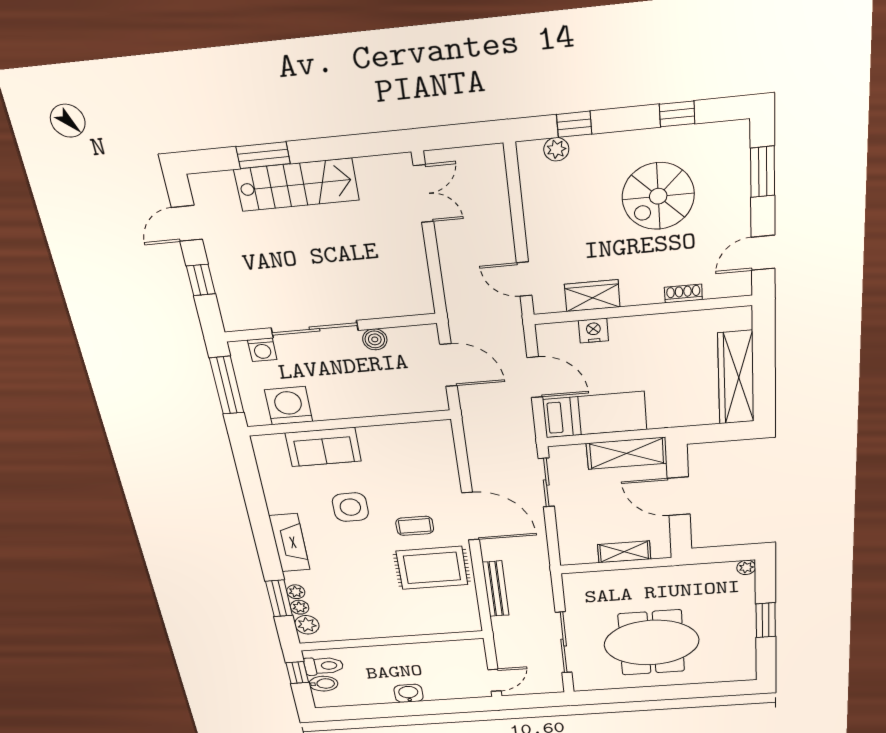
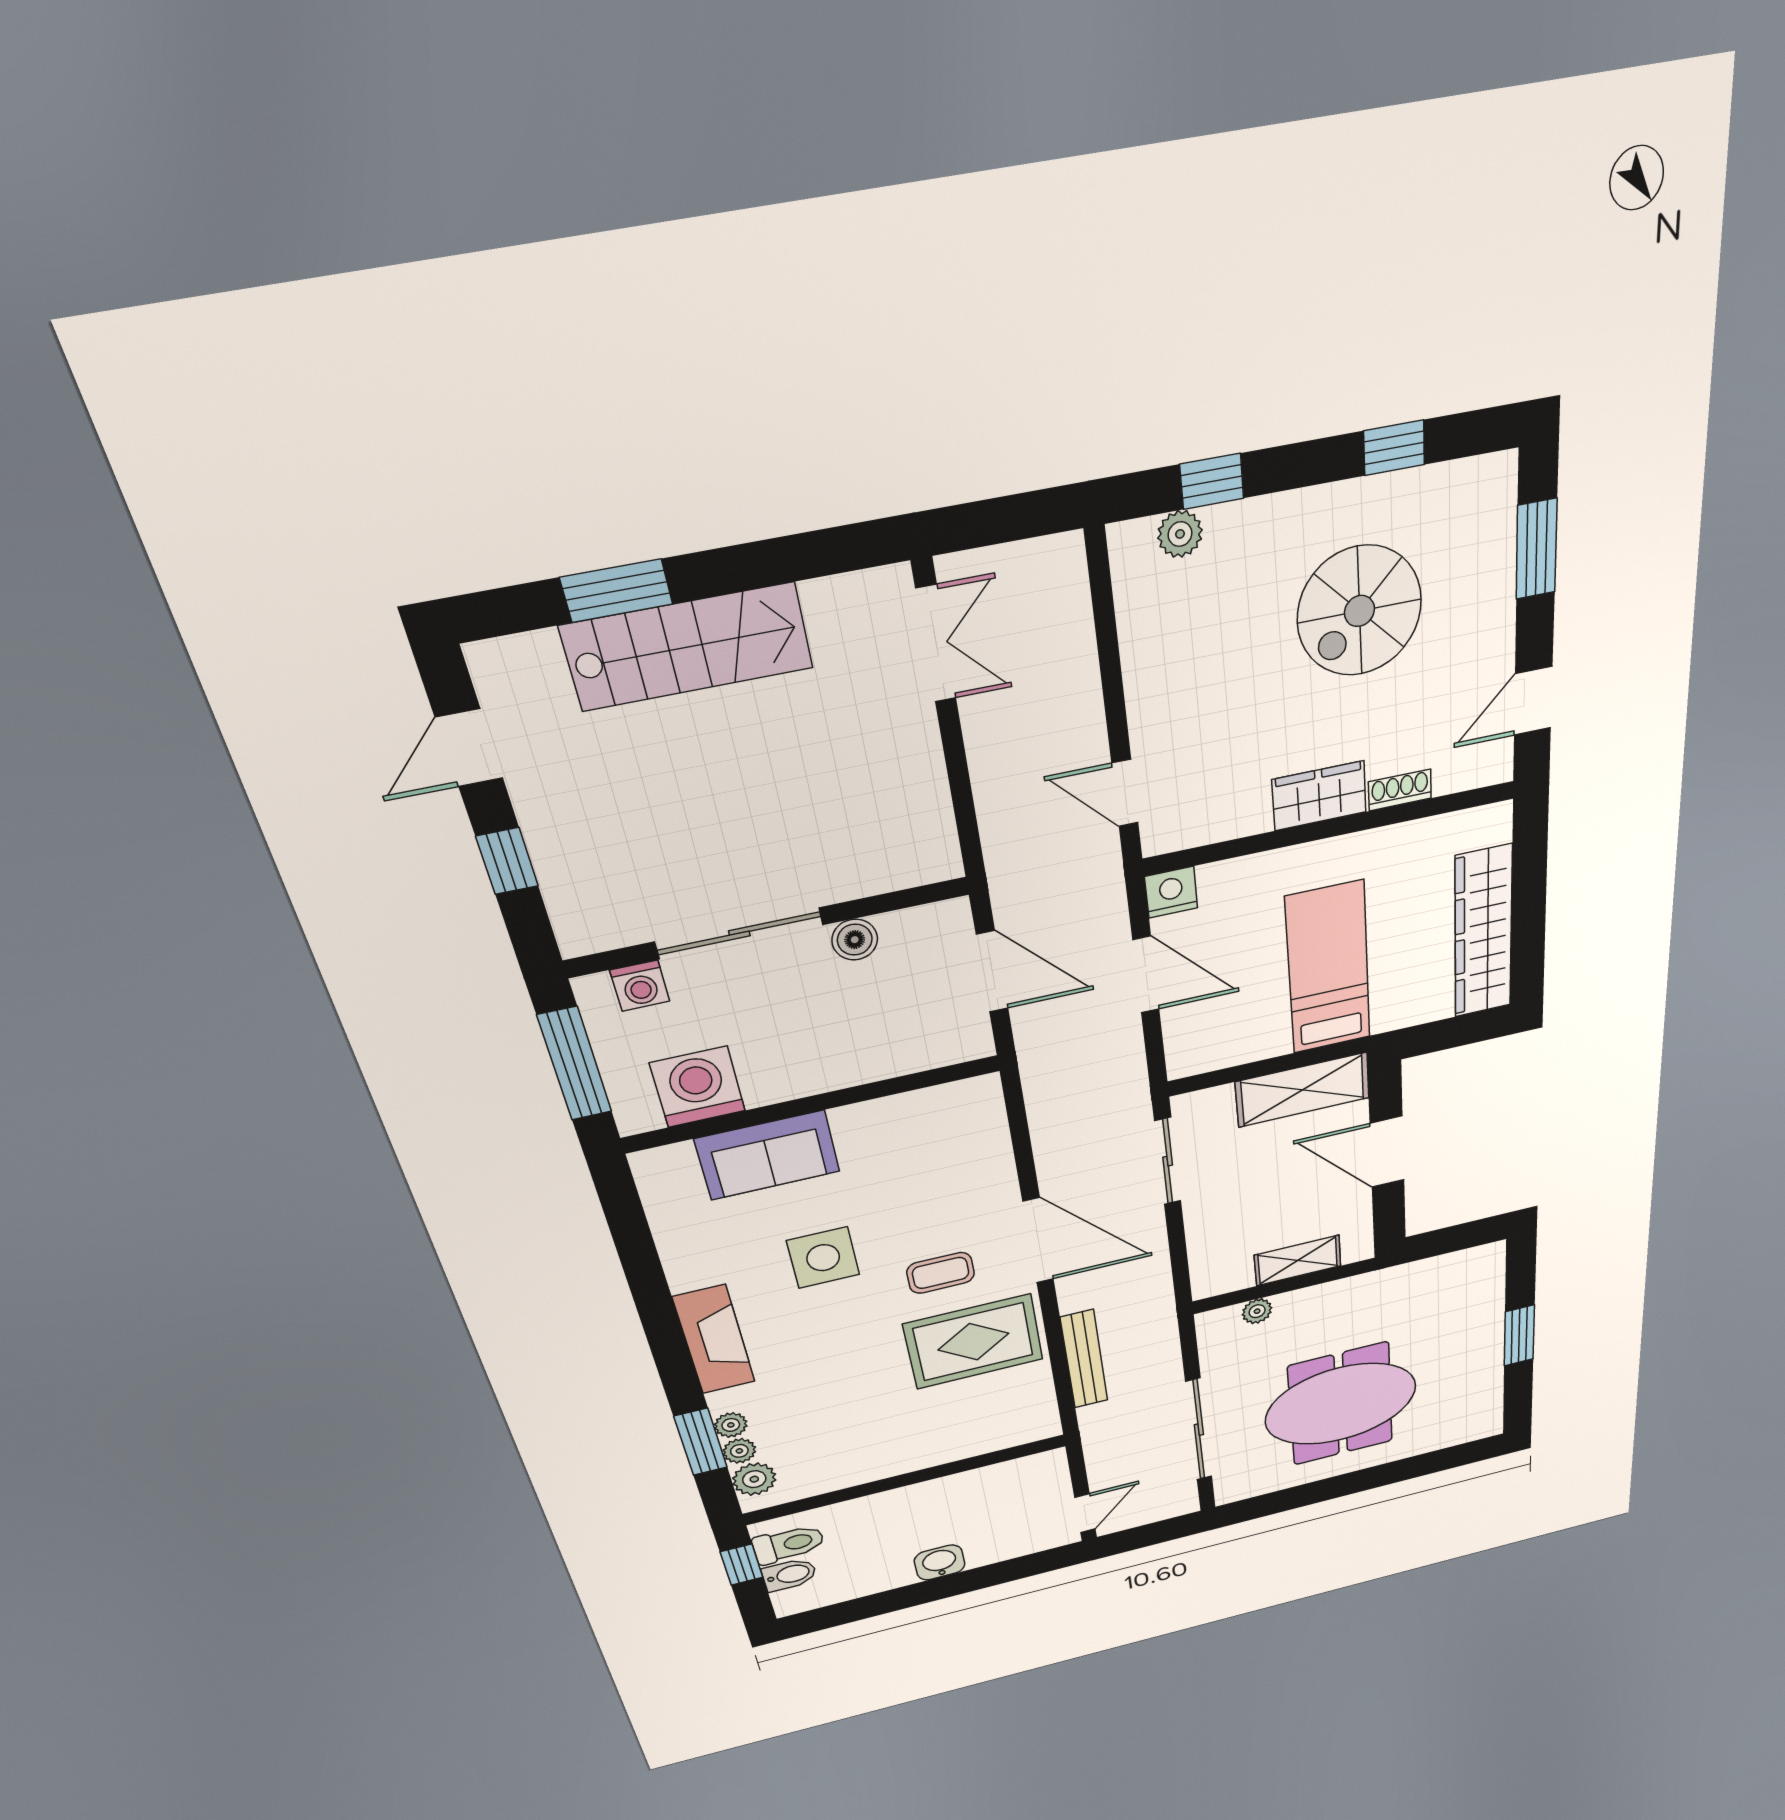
wardrobe: (592, 296) -> (1319, 796), moved
nightstand: (593, 331) -> (1171, 892), moved
bed: (595, 415) -> (1328, 968), moved, turned -90
plant: (746, 567) -> (1257, 1311), moved

